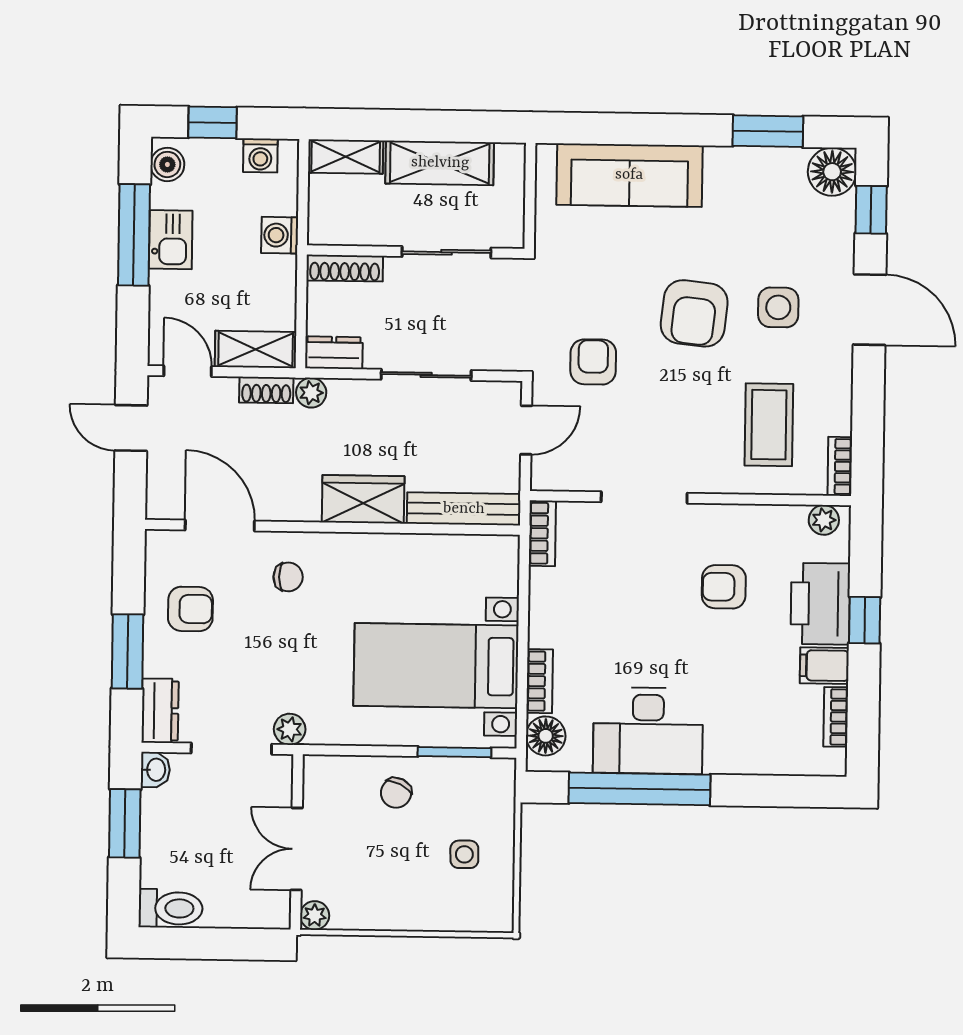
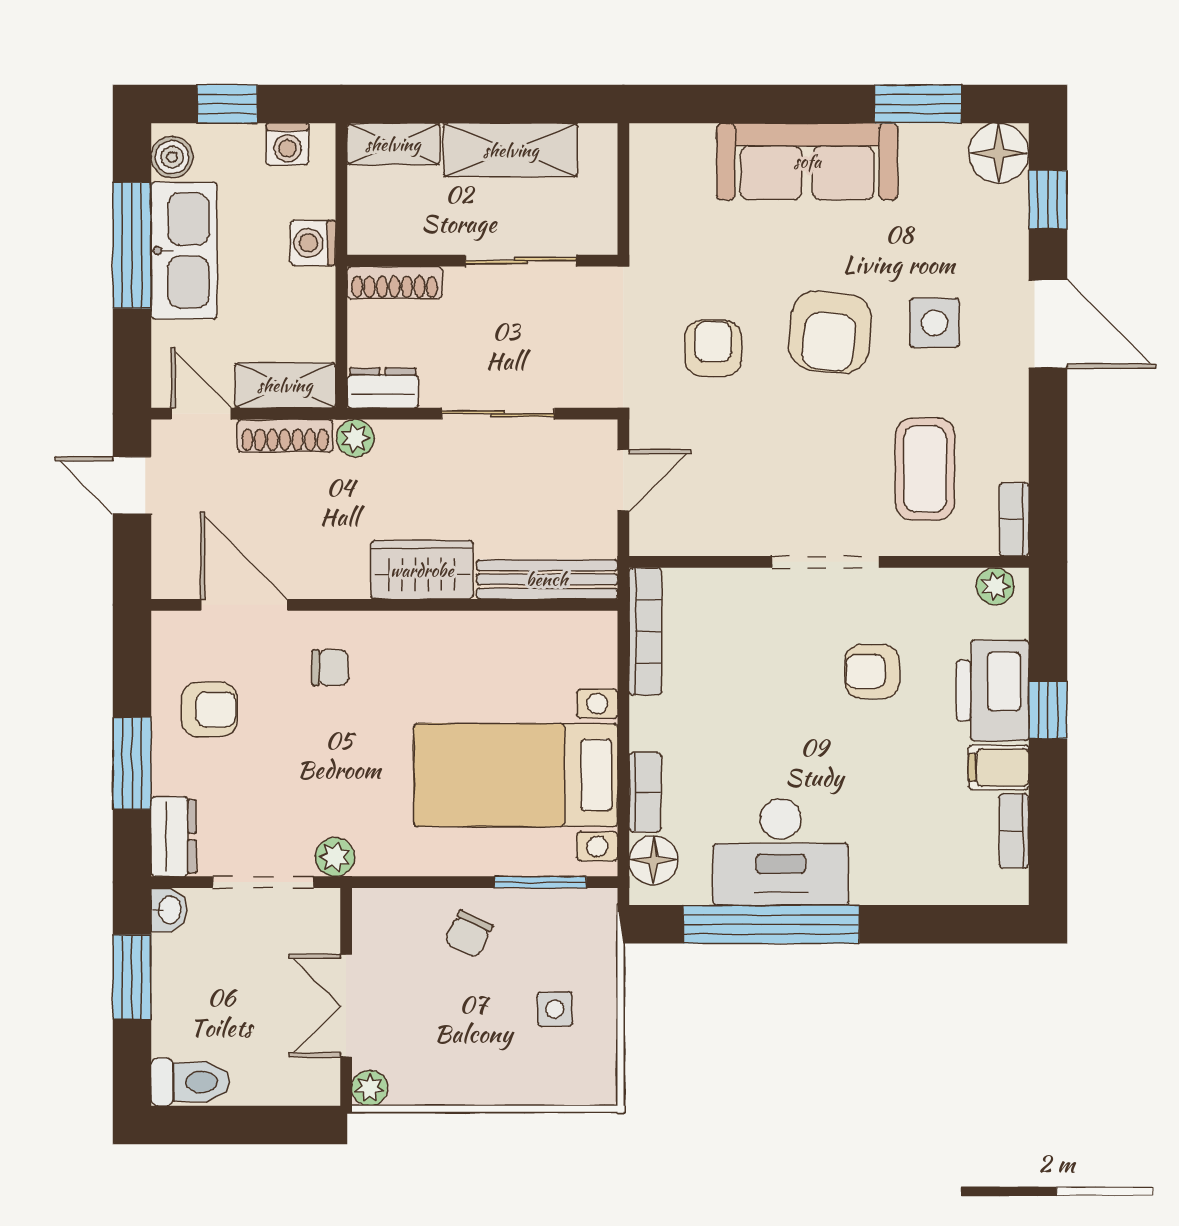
sofa: (629, 175) -> (807, 161), moved
kitchen sink: (171, 240) -> (184, 251), width x1.88, depth x1.24
armchair: (593, 362) -> (713, 348), moved
shoe rack: (266, 390) -> (285, 436), width x1.43
doorway: (644, 498) -> (826, 562), moved
bookcase: (542, 533) -> (645, 631), width x1.56

